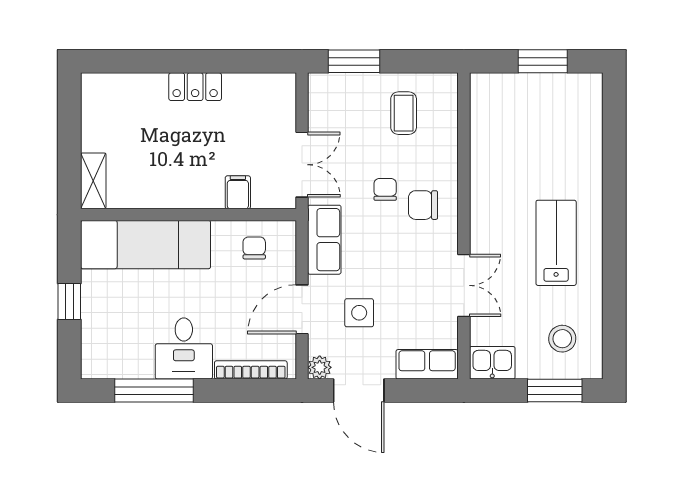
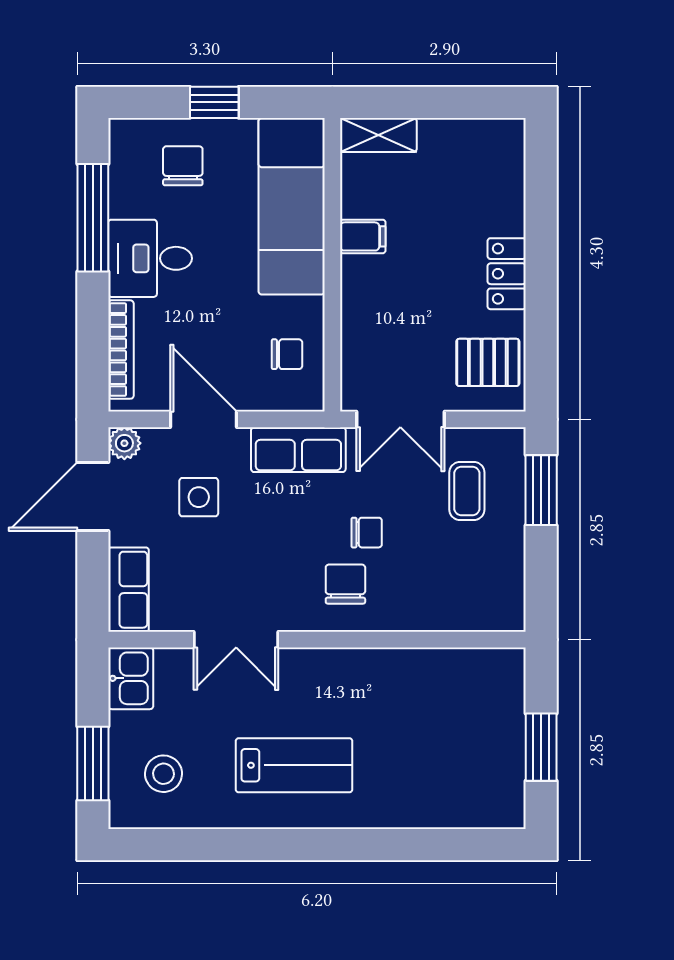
pallet: (260, 100) -> (488, 362), added
coffee table: (404, 113) -> (467, 491), moved, turned 90
filing cabinet: (238, 192) -> (363, 236), moved
chair: (116, 324) -> (183, 166), added

